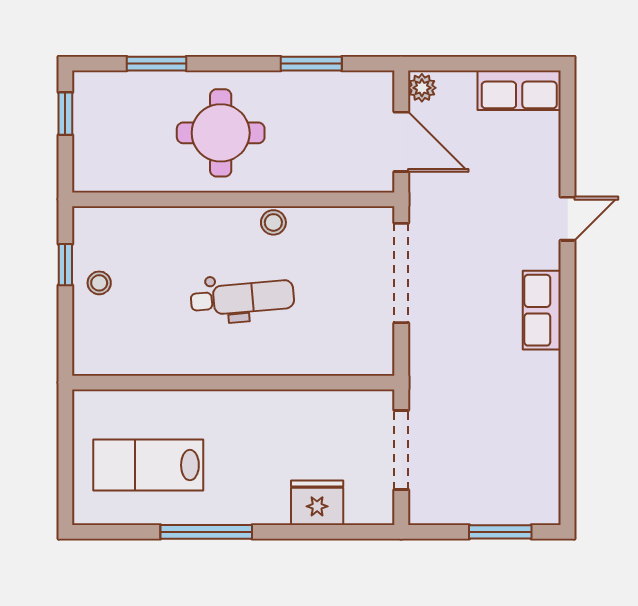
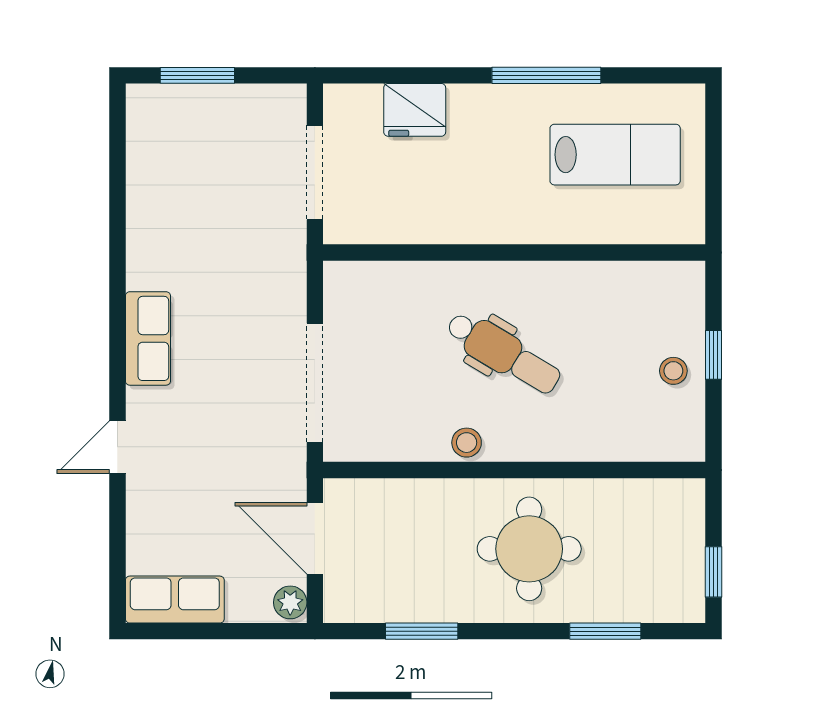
window: (65, 265) -> (714, 355), moved
dental chair: (242, 298) -> (503, 353), turned -144

